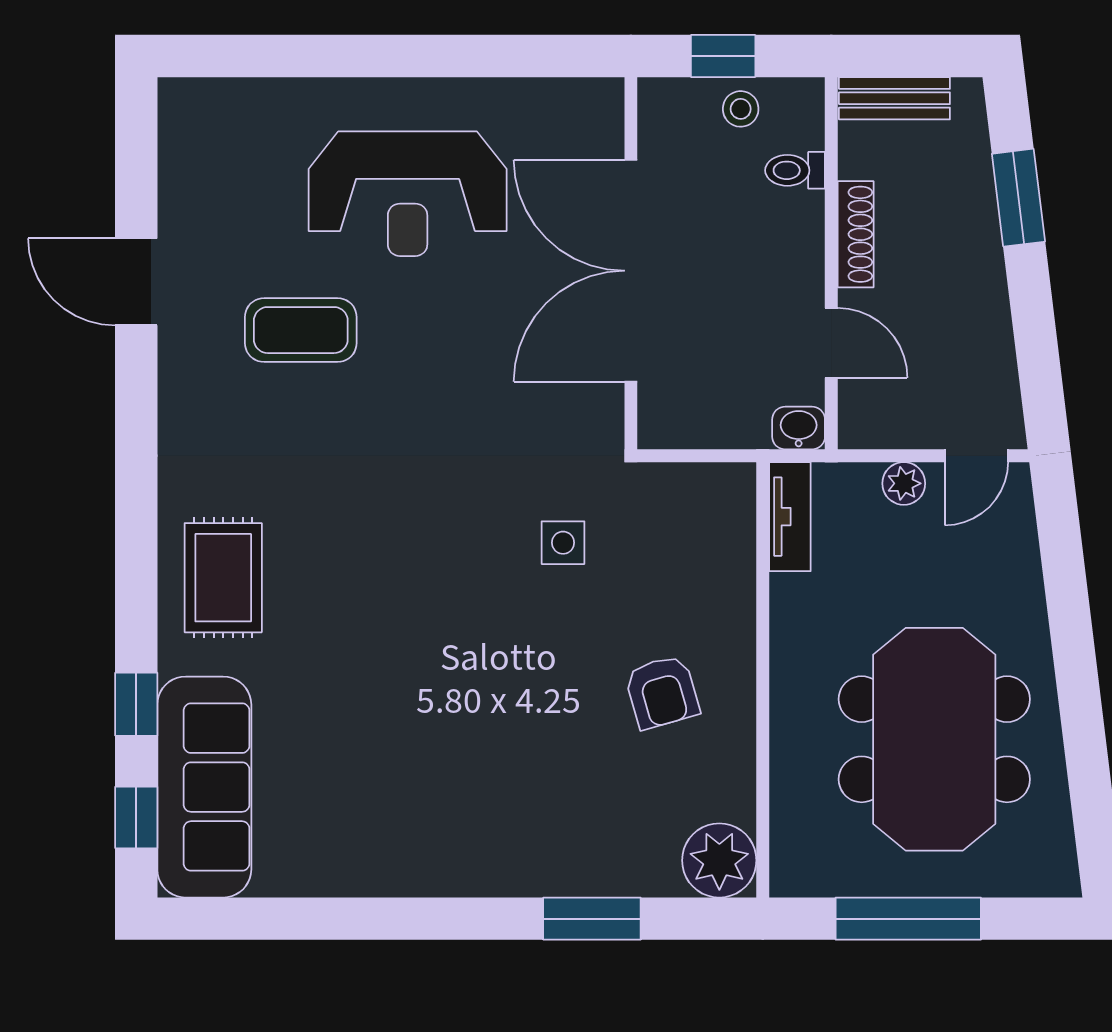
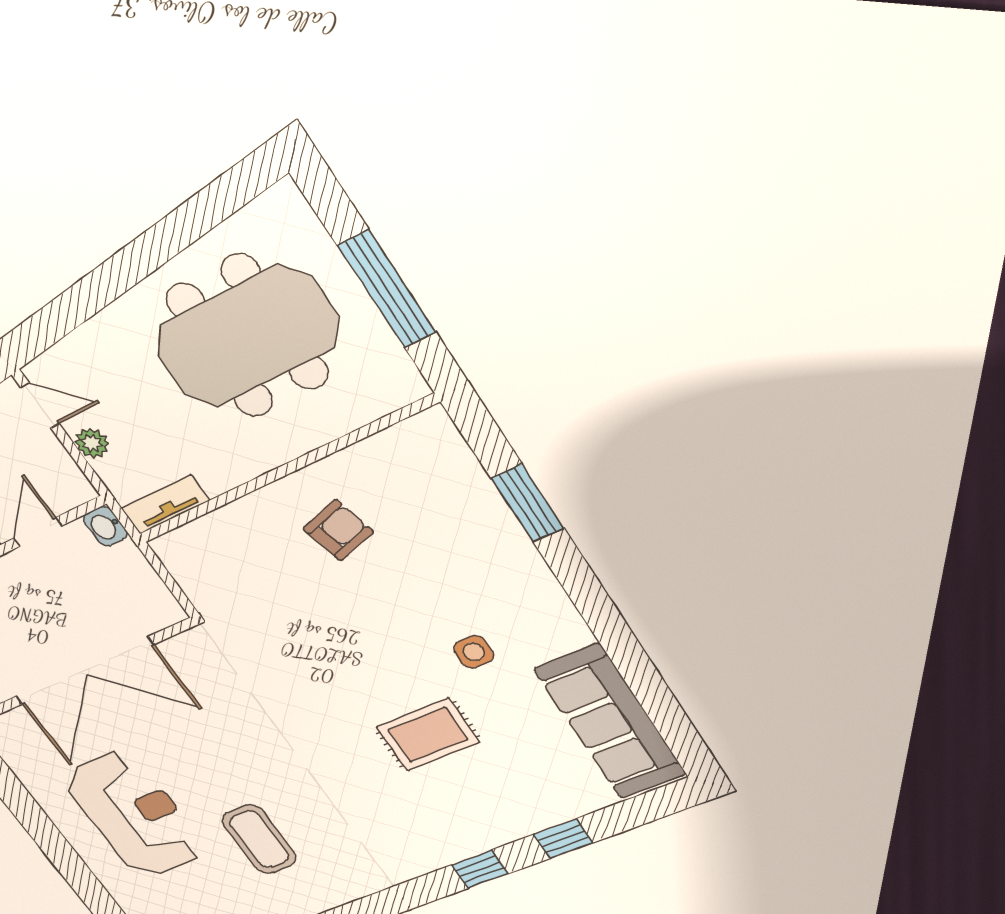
side table: (563, 543) -> (474, 652), moved
rug: (223, 578) -> (428, 735), moved
sofa: (204, 787) -> (610, 722), moved, turned -90
window: (136, 817) -> (480, 869), moved
plant: (719, 860) -> (430, 439), removed

